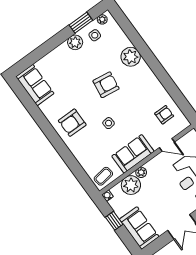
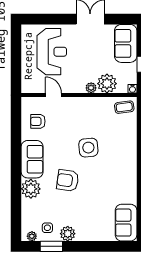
armchair: (72, 123) -> (118, 170), removed
side table: (109, 123) -> (88, 148), width x1.87, depth x1.87
sofa: (133, 154) -> (32, 159), moved, turned -90

